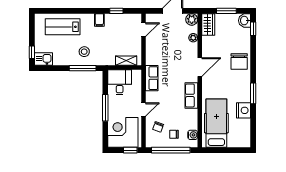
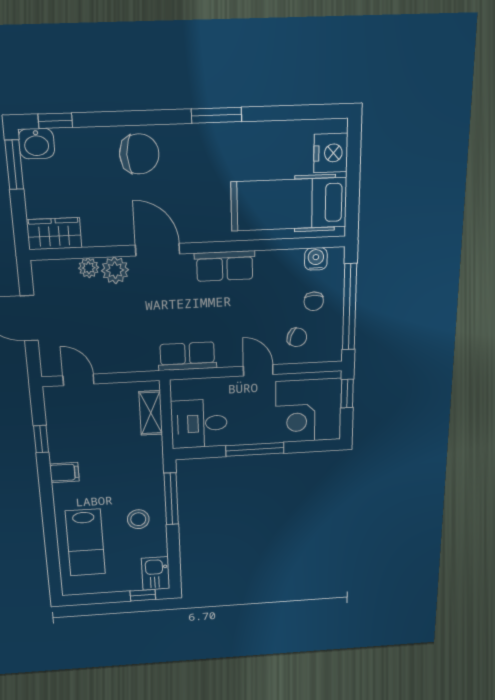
window: (226, 11) -> (14, 165), moved
plant: (192, 19) -> (115, 270), moved
stool: (84, 52) -> (138, 519), moved
nightstand: (243, 110) -> (331, 153), moved, turned 90

